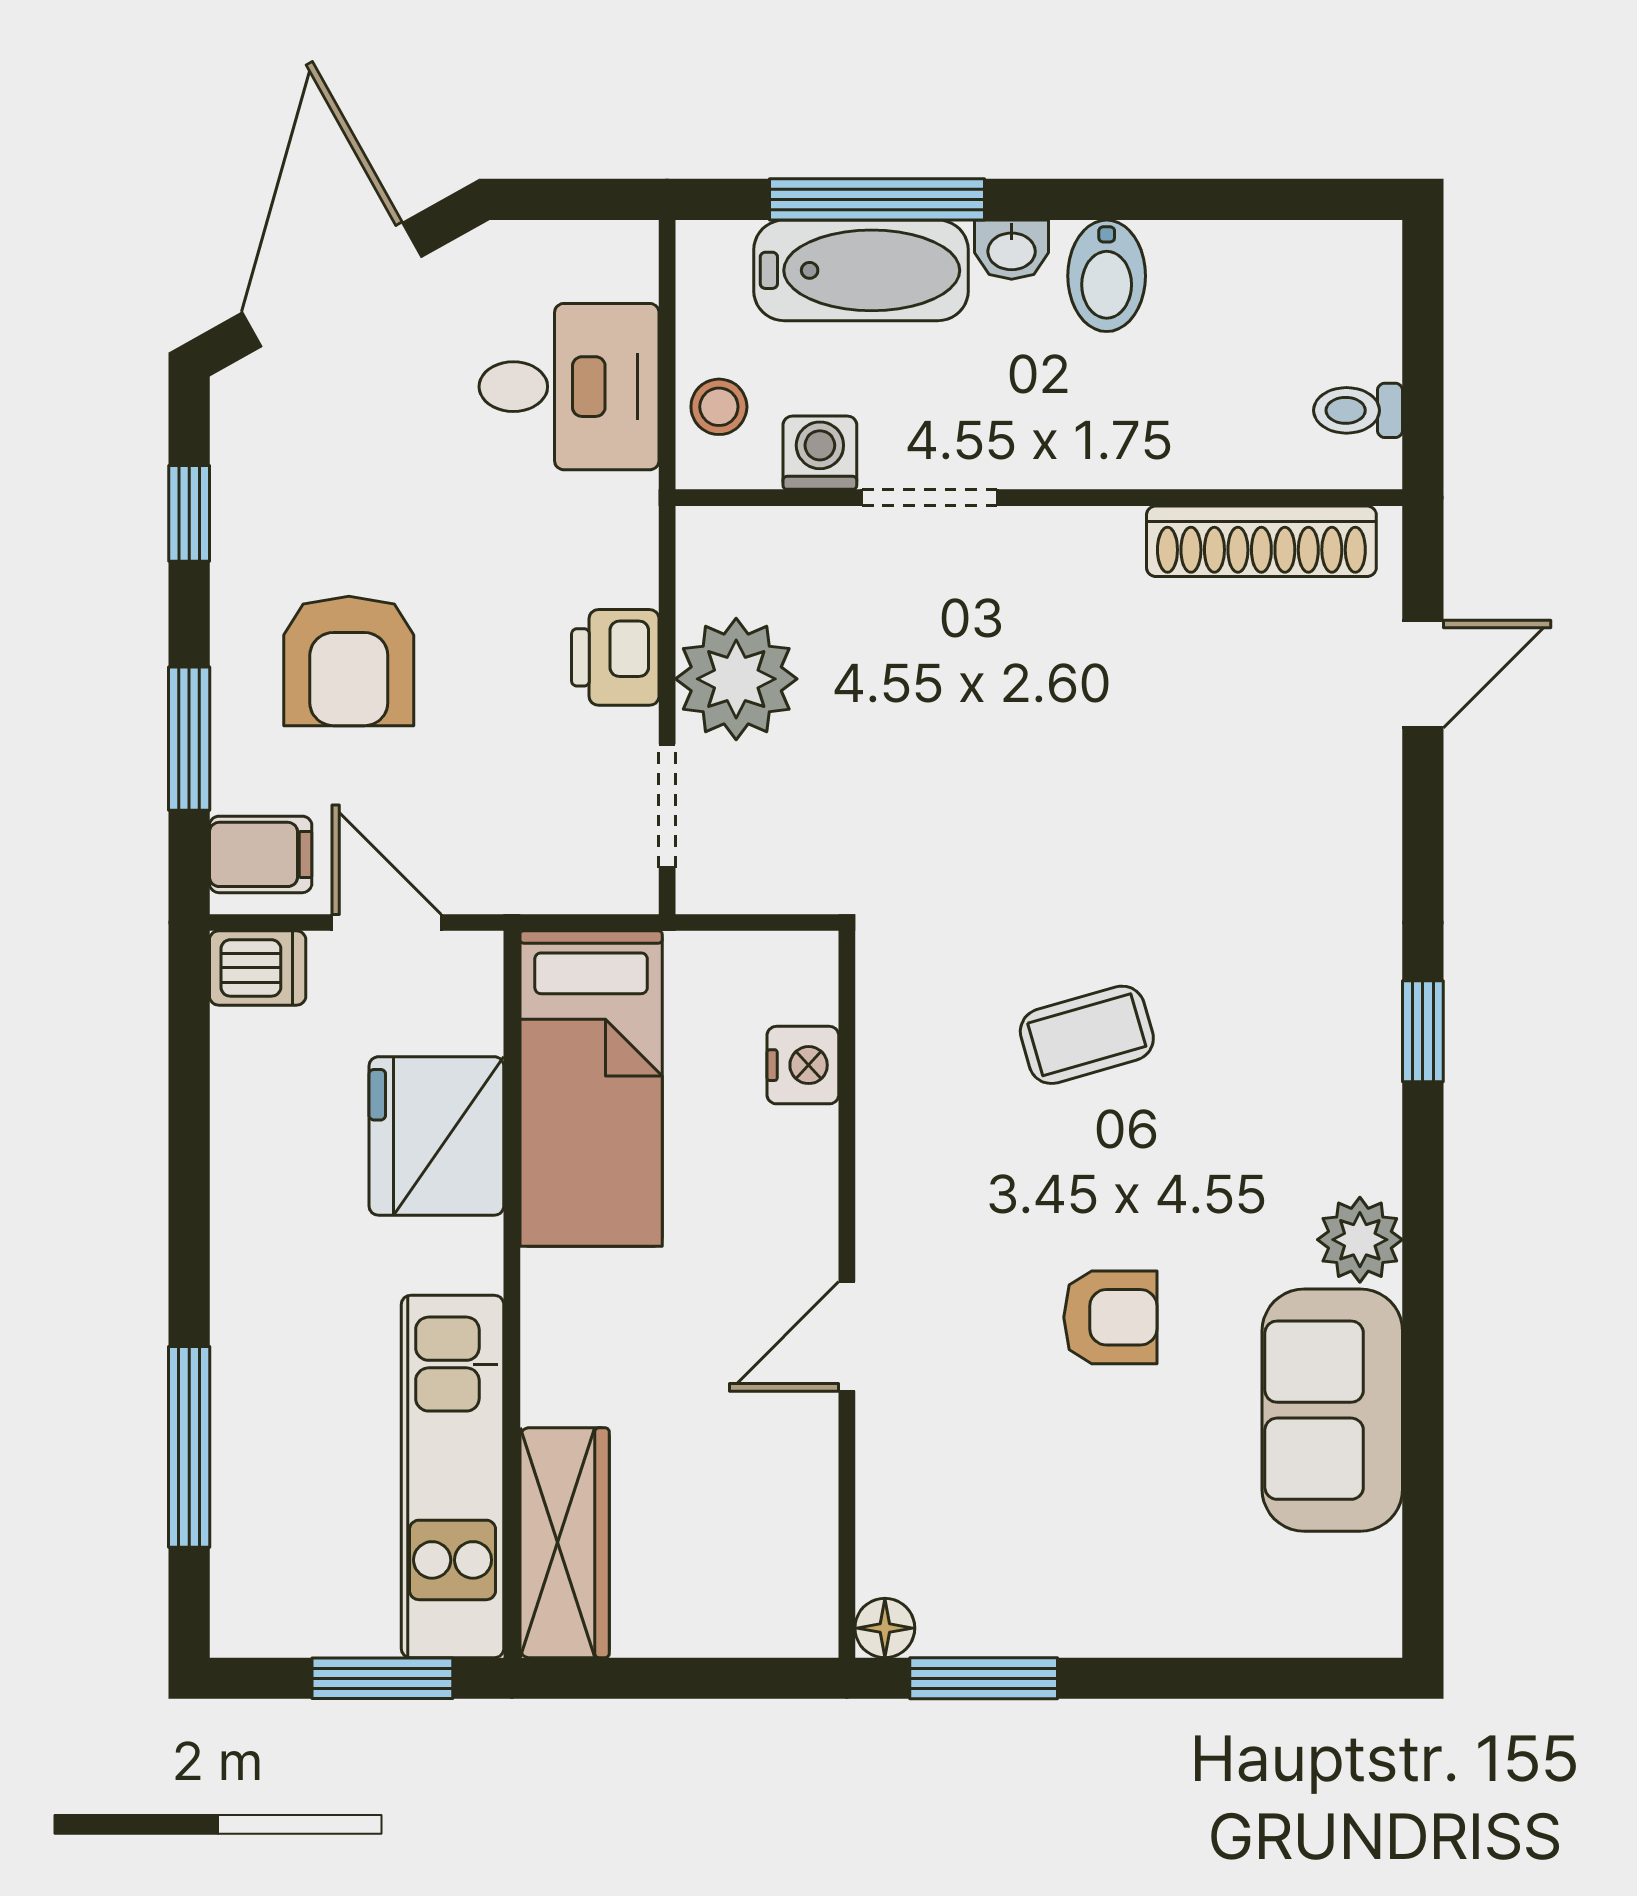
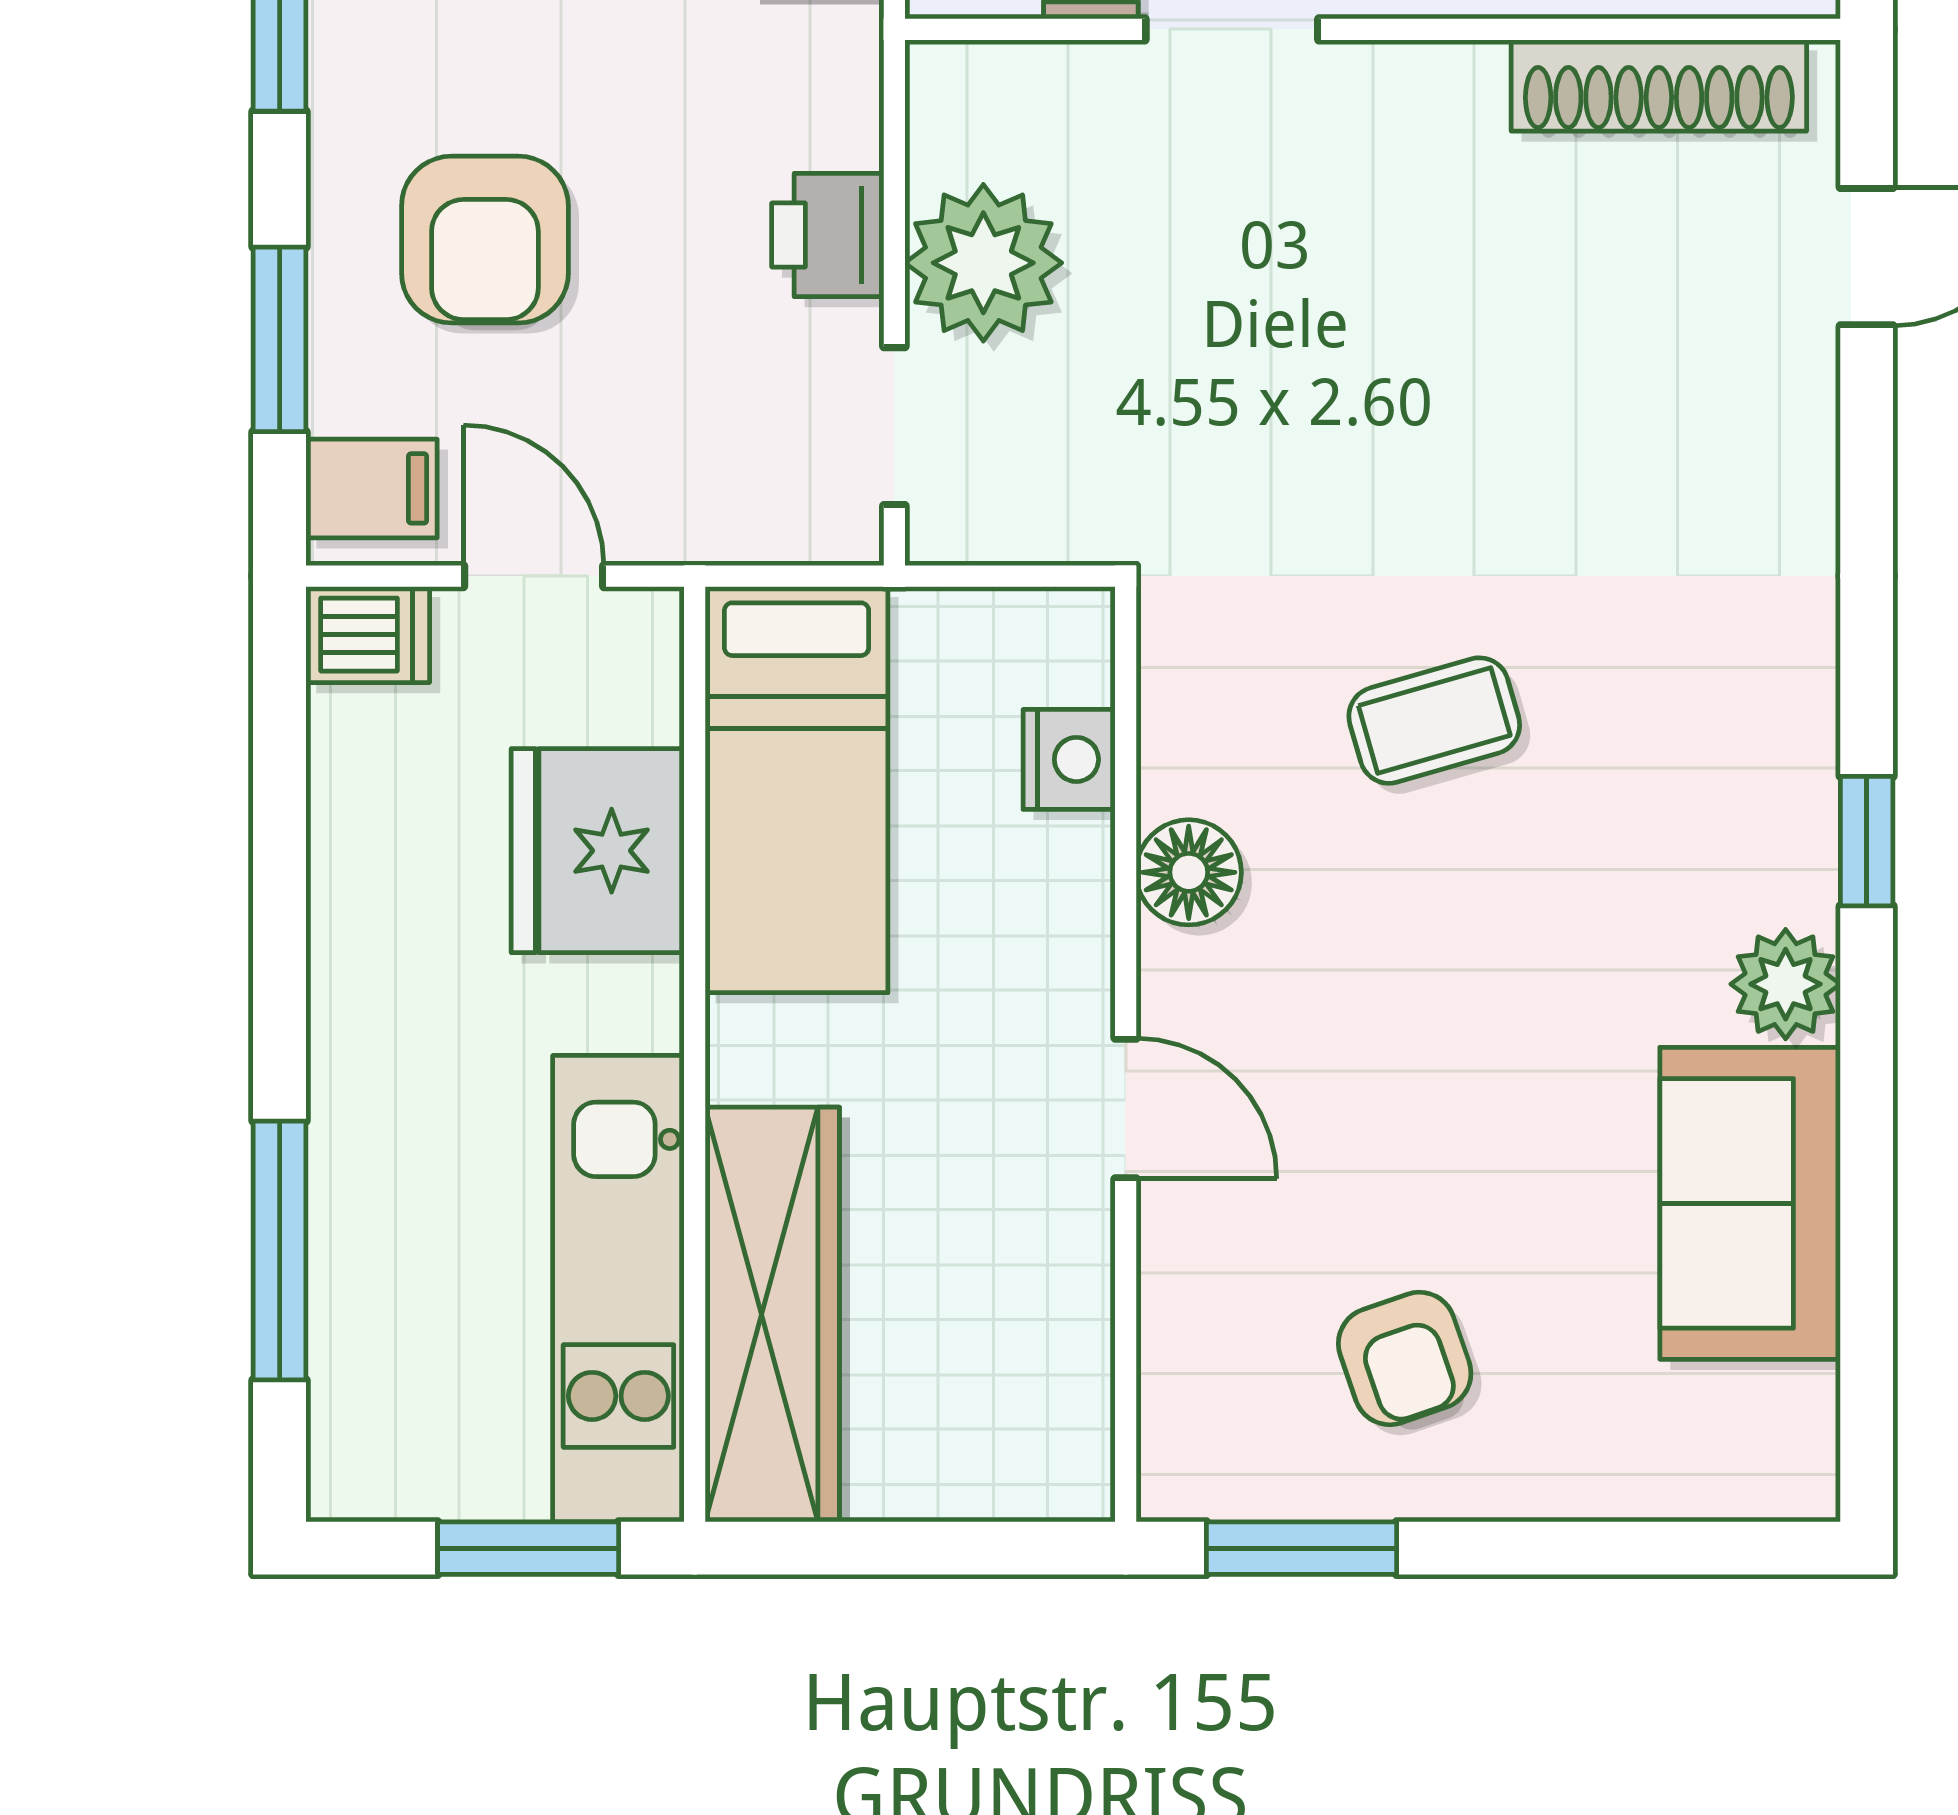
window: (1423, 1031) -> (1867, 841), moved
armchair: (1110, 1317) -> (1405, 1358), moved, turned 71
door: (847, 1336) -> (1126, 1108), swing flipped
wardrobe: (565, 1543) -> (772, 1315), width x1.40, depth x1.17
floor lamp: (885, 1628) -> (1189, 872), moved, width x1.37, depth x1.37

